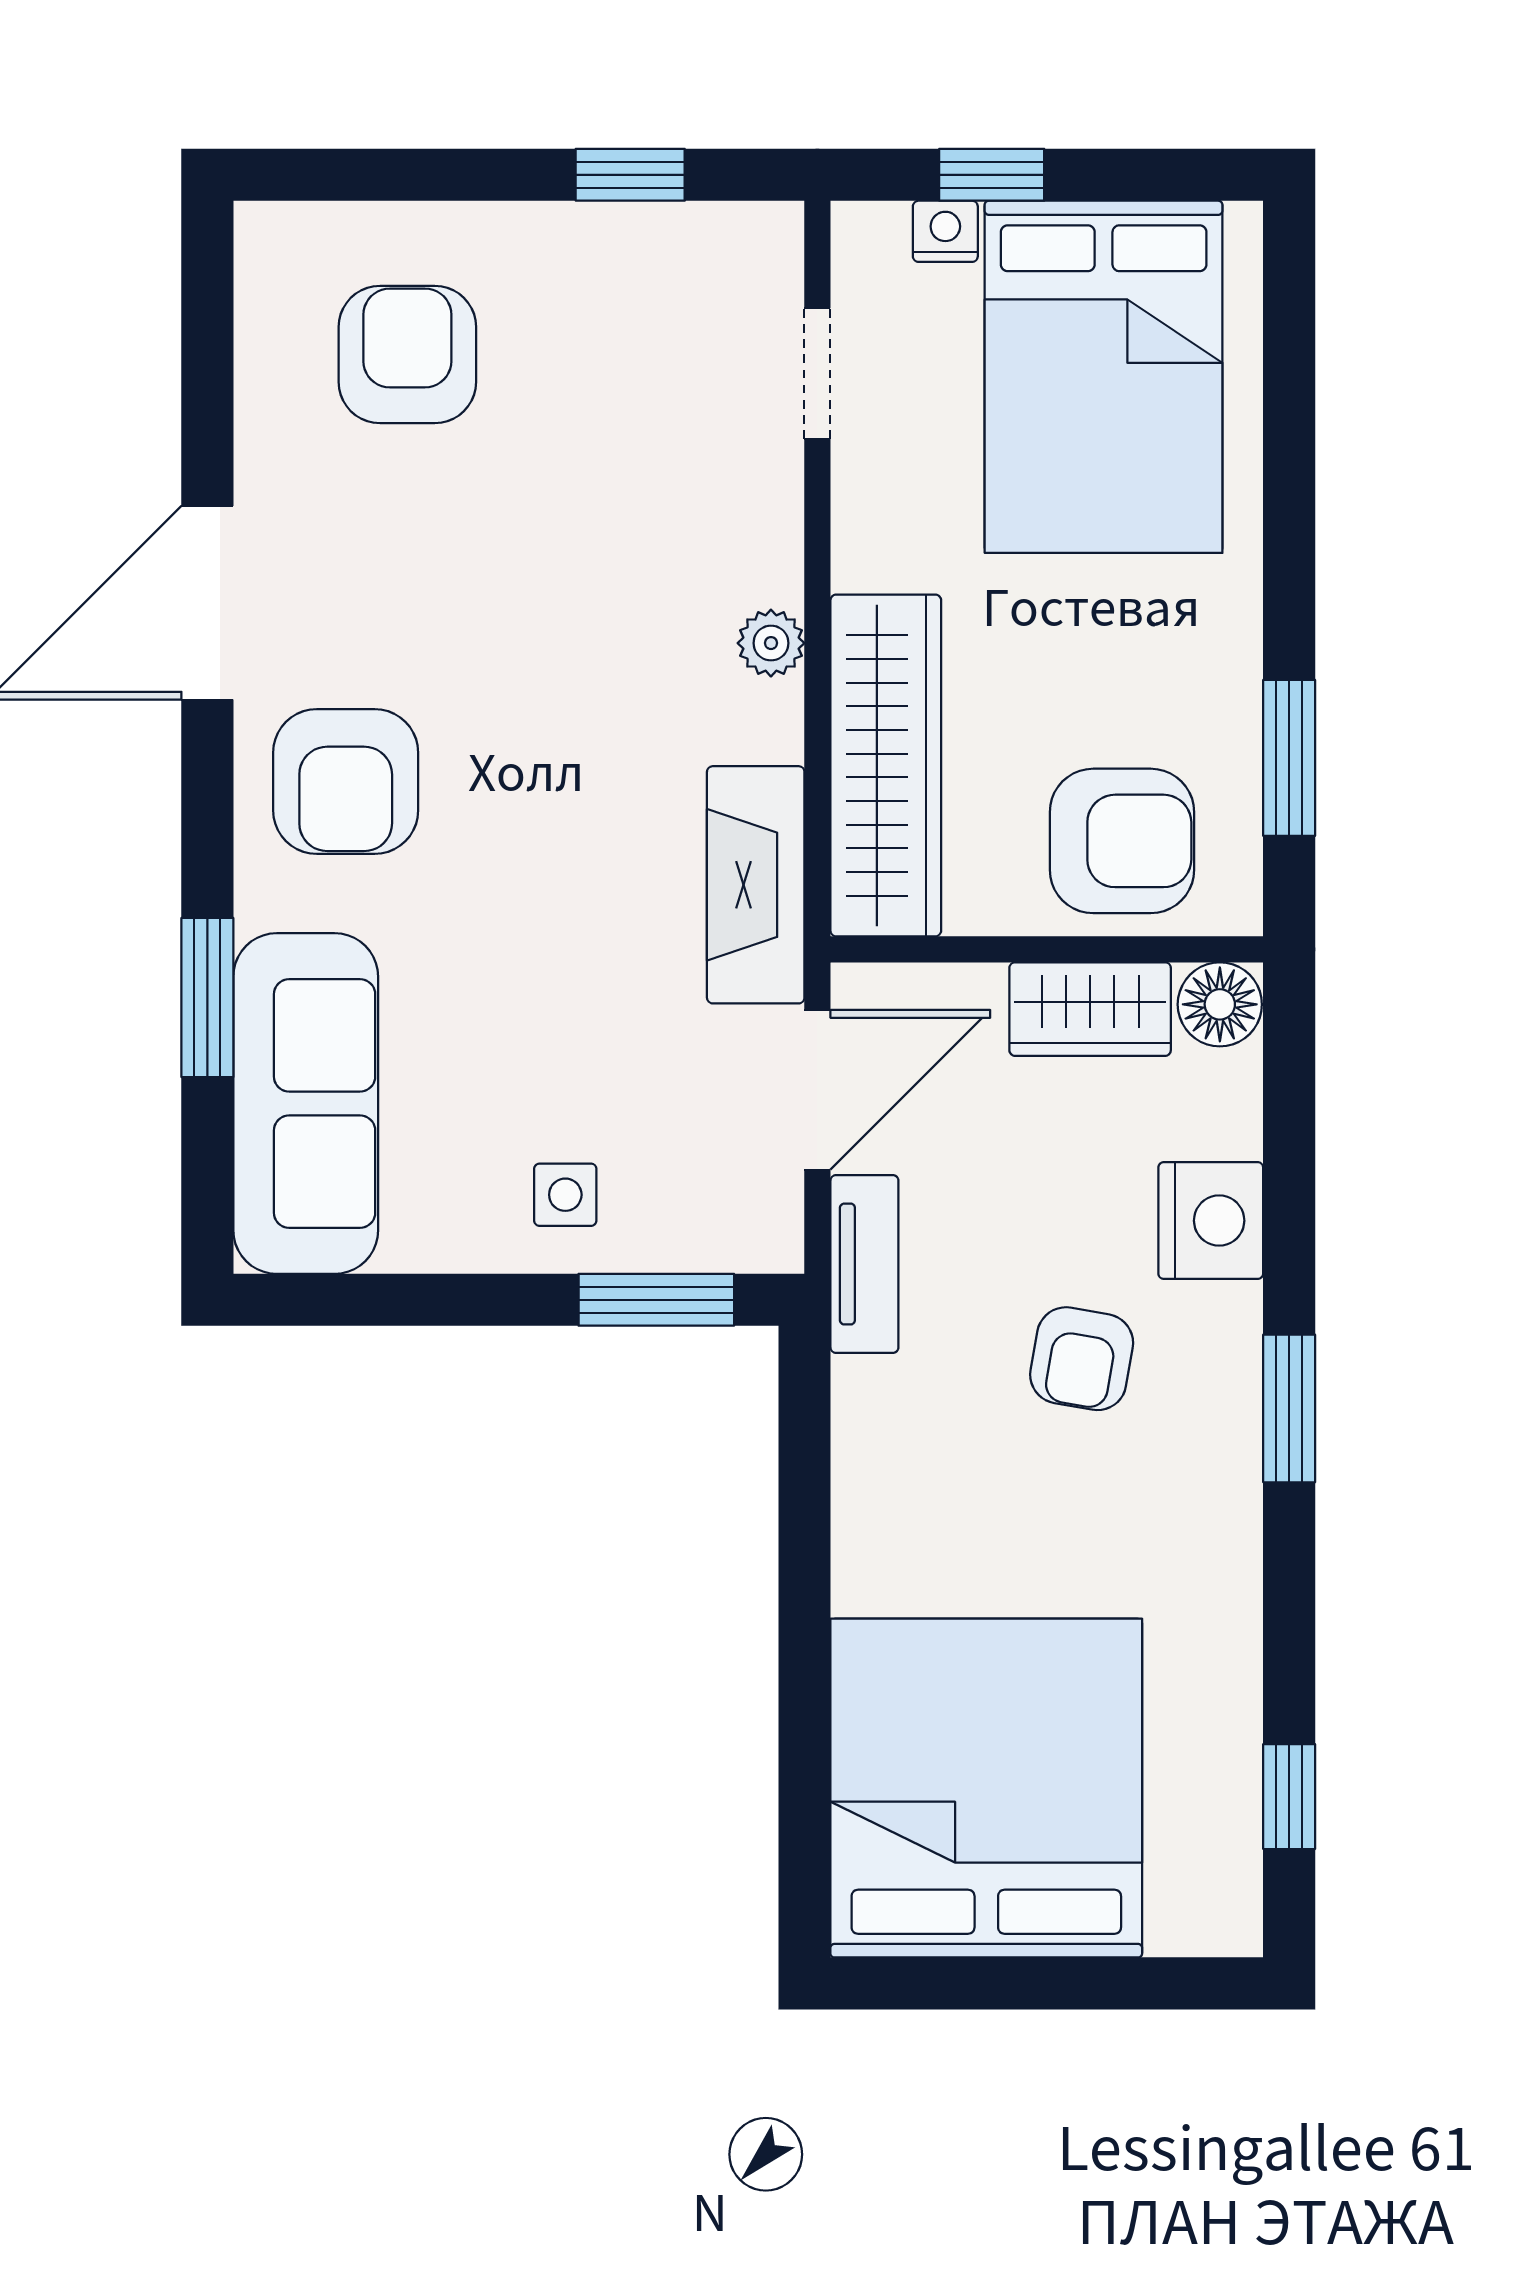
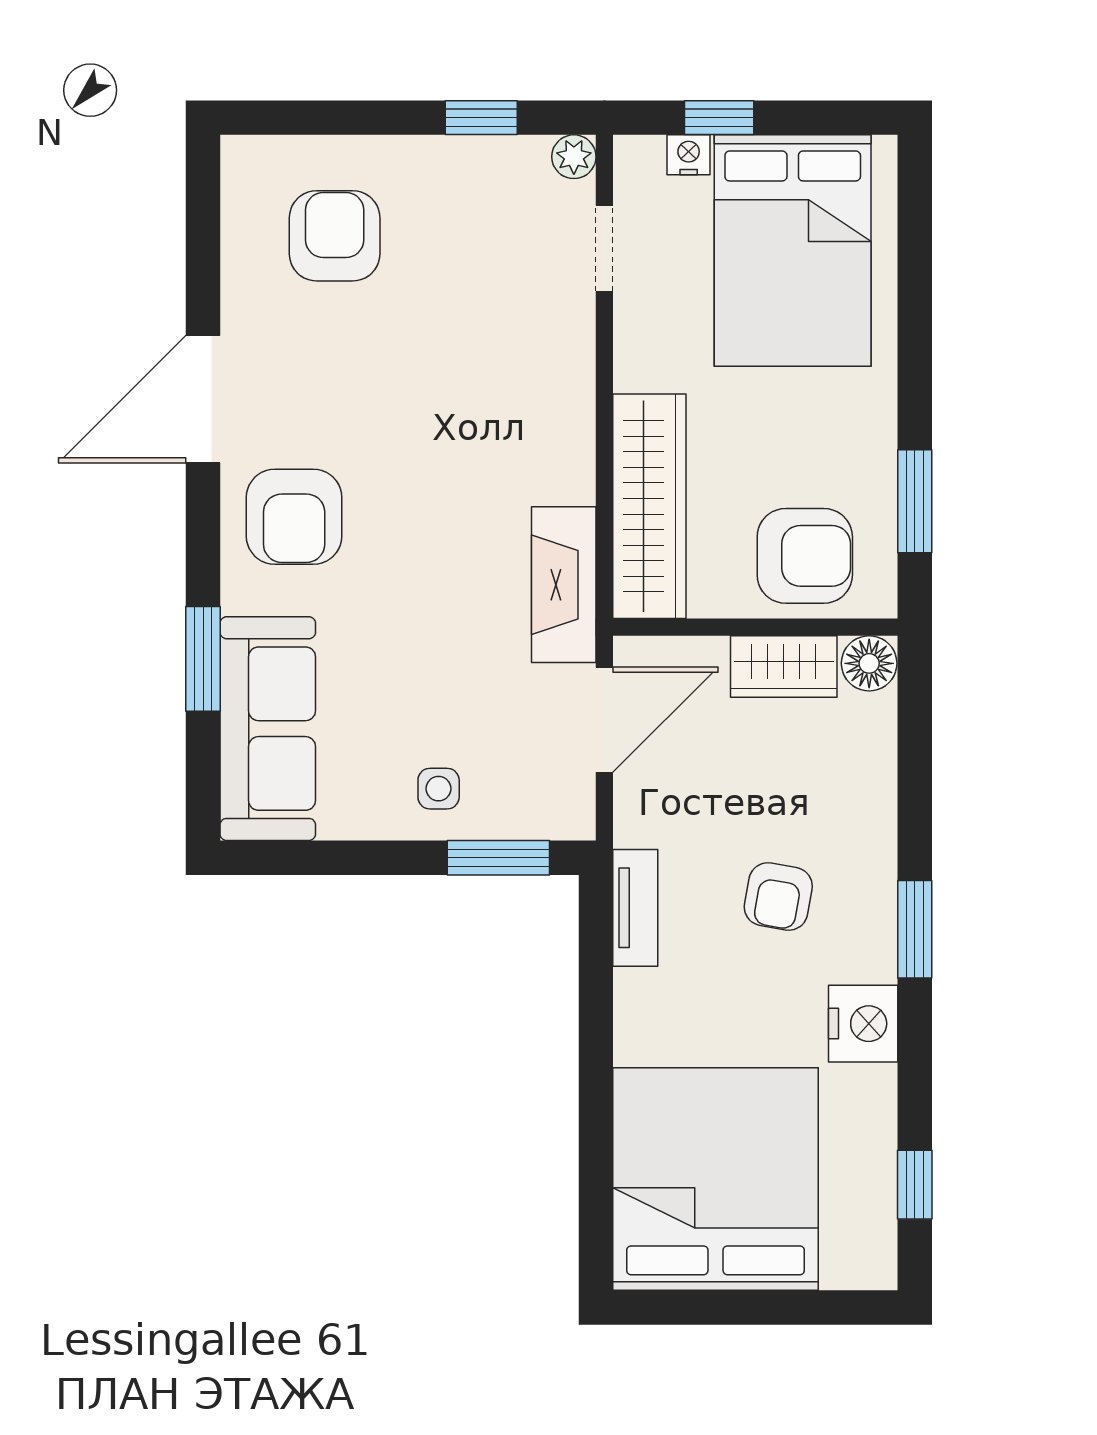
plant: (771, 643) -> (574, 157), moved
nightstand: (1211, 1221) -> (863, 1024), moved
tv unit: (864, 1264) -> (635, 908), moved

